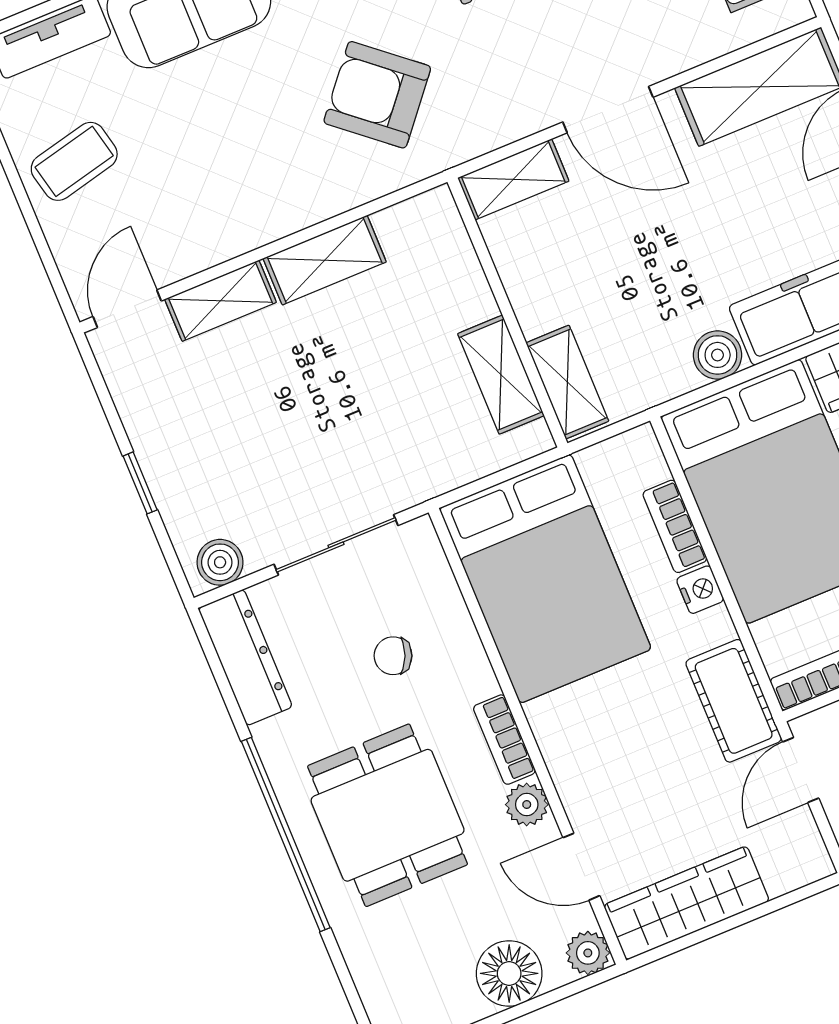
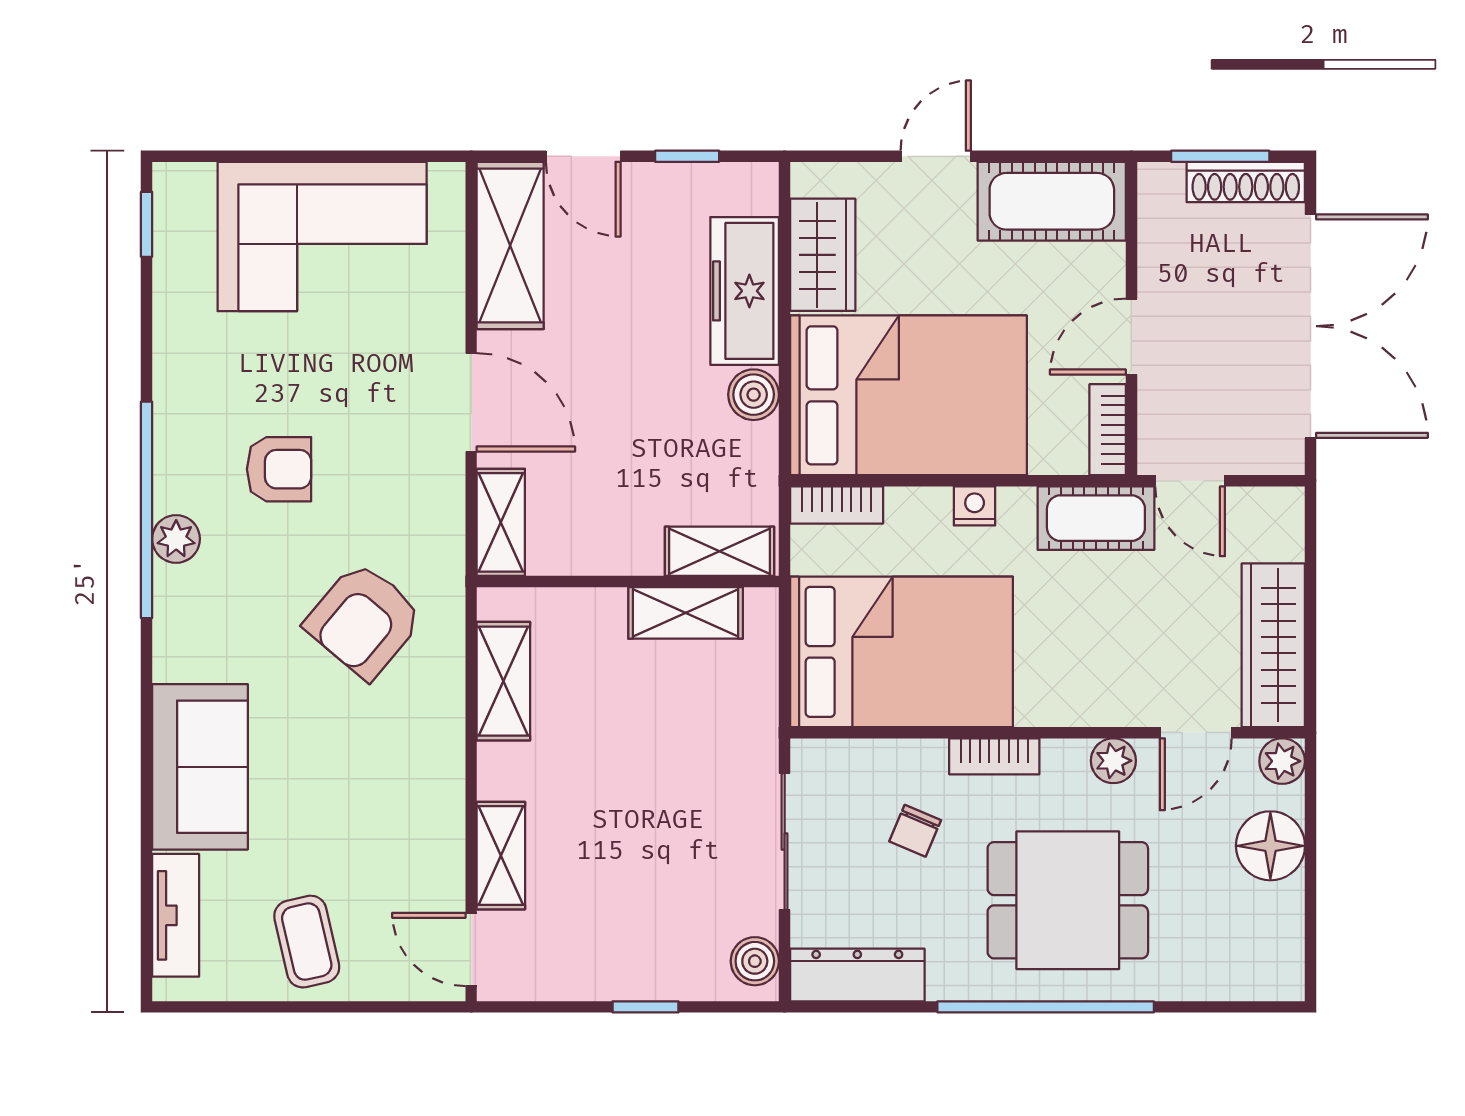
door: (608, 110) -> (471, 402), hinge flipped
shelving: (325, 260) -> (503, 681), moved
bookcase: (675, 526) -> (837, 505), moved
bookcase: (504, 740) -> (994, 756), moved

